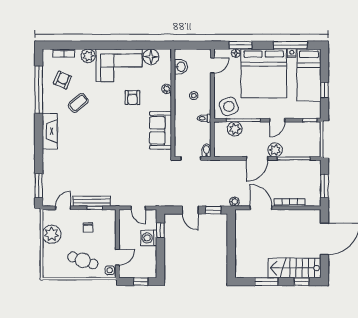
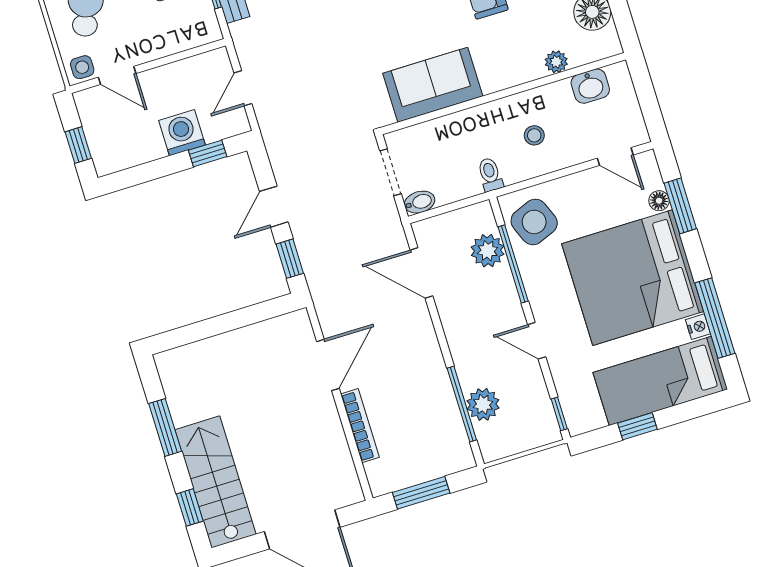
plant: (167, 89) -> (556, 62), moved
plant: (275, 150) -> (483, 404), moved
door: (257, 158) -> (421, 273), moved
plant: (234, 202) -> (323, 301), removed

